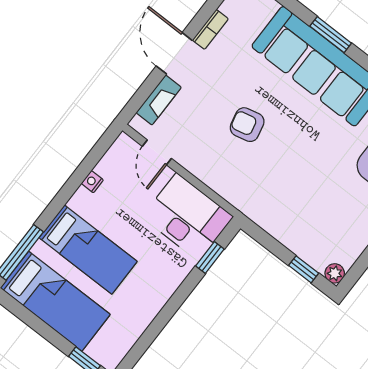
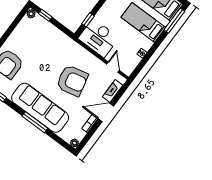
window: (331, 35) -> (35, 122), width x1.44
door: (174, 53) -> (106, 112), swing flipped
armchair: (247, 125) -> (72, 81), width x1.88, depth x1.88

